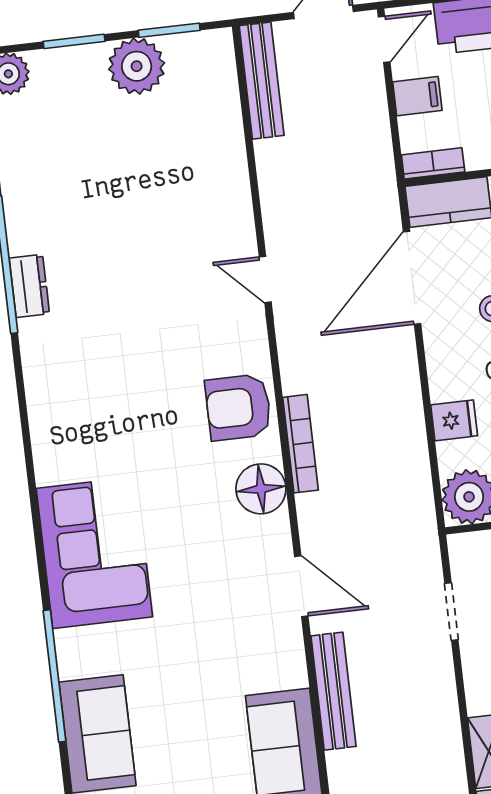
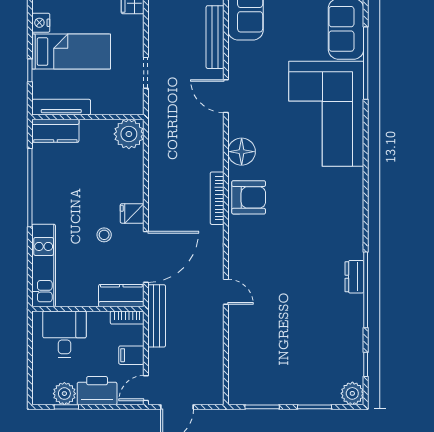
plant: (137, 66) -> (282, 389), removed
bench: (262, 81) -> (157, 316), moved
door: (265, 279) -> (226, 292), moved
fridge: (454, 420) -> (132, 213), moved
bookcase: (301, 444) -> (217, 198), moved
corner sofa: (94, 553) -> (326, 114), width x1.36, depth x1.36

